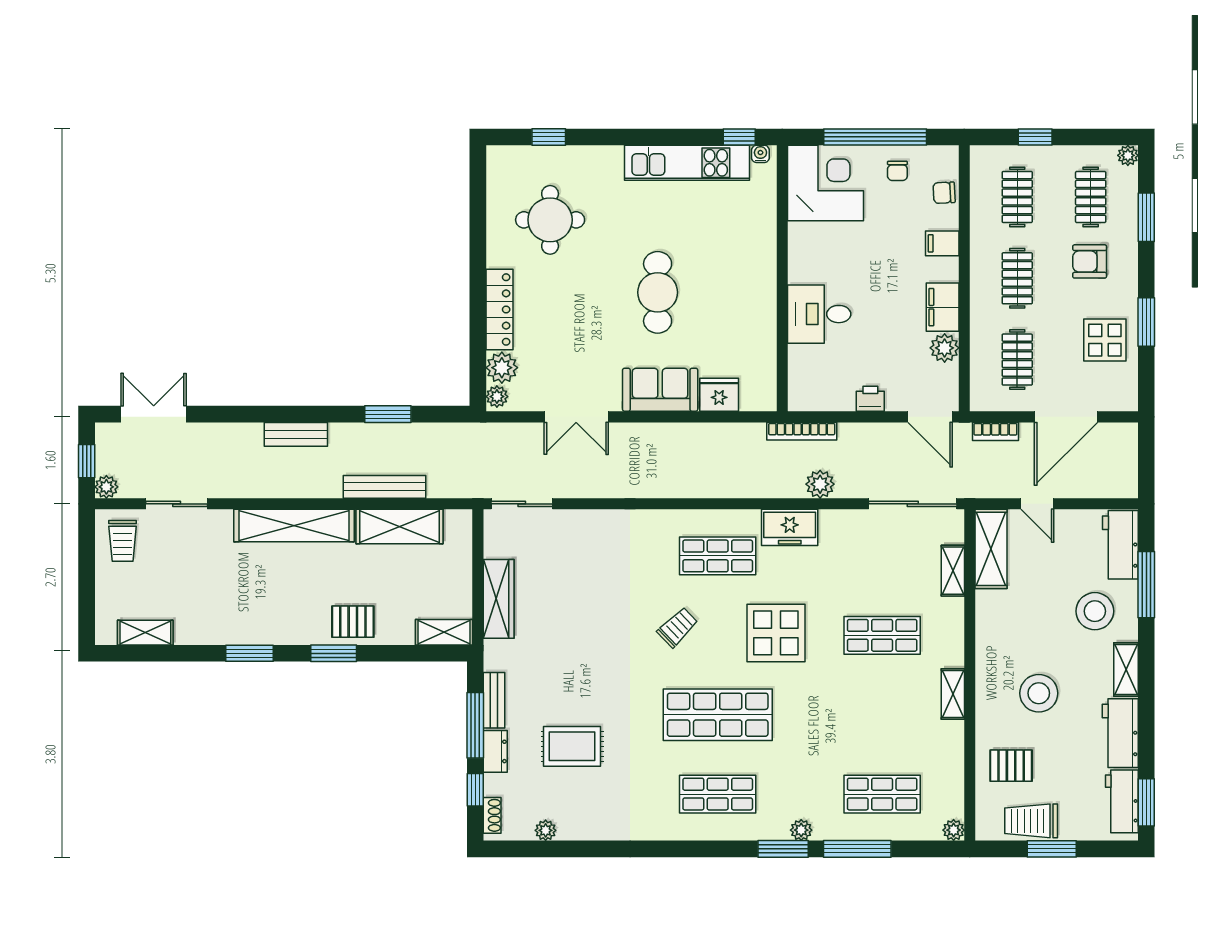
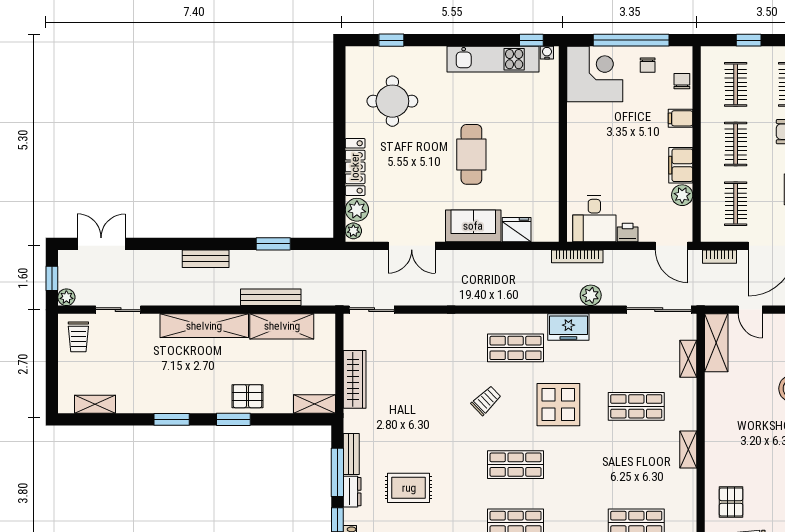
chair: (944, 193) -> (682, 81), turned 93
desk: (819, 314) -> (594, 219), moved, turned -90
stool: (1039, 693) -> (751, 449), removed
shop shelf: (718, 715) -> (516, 465), width x0.70, depth x0.74
pallet: (1011, 766) -> (731, 502), turned 90

